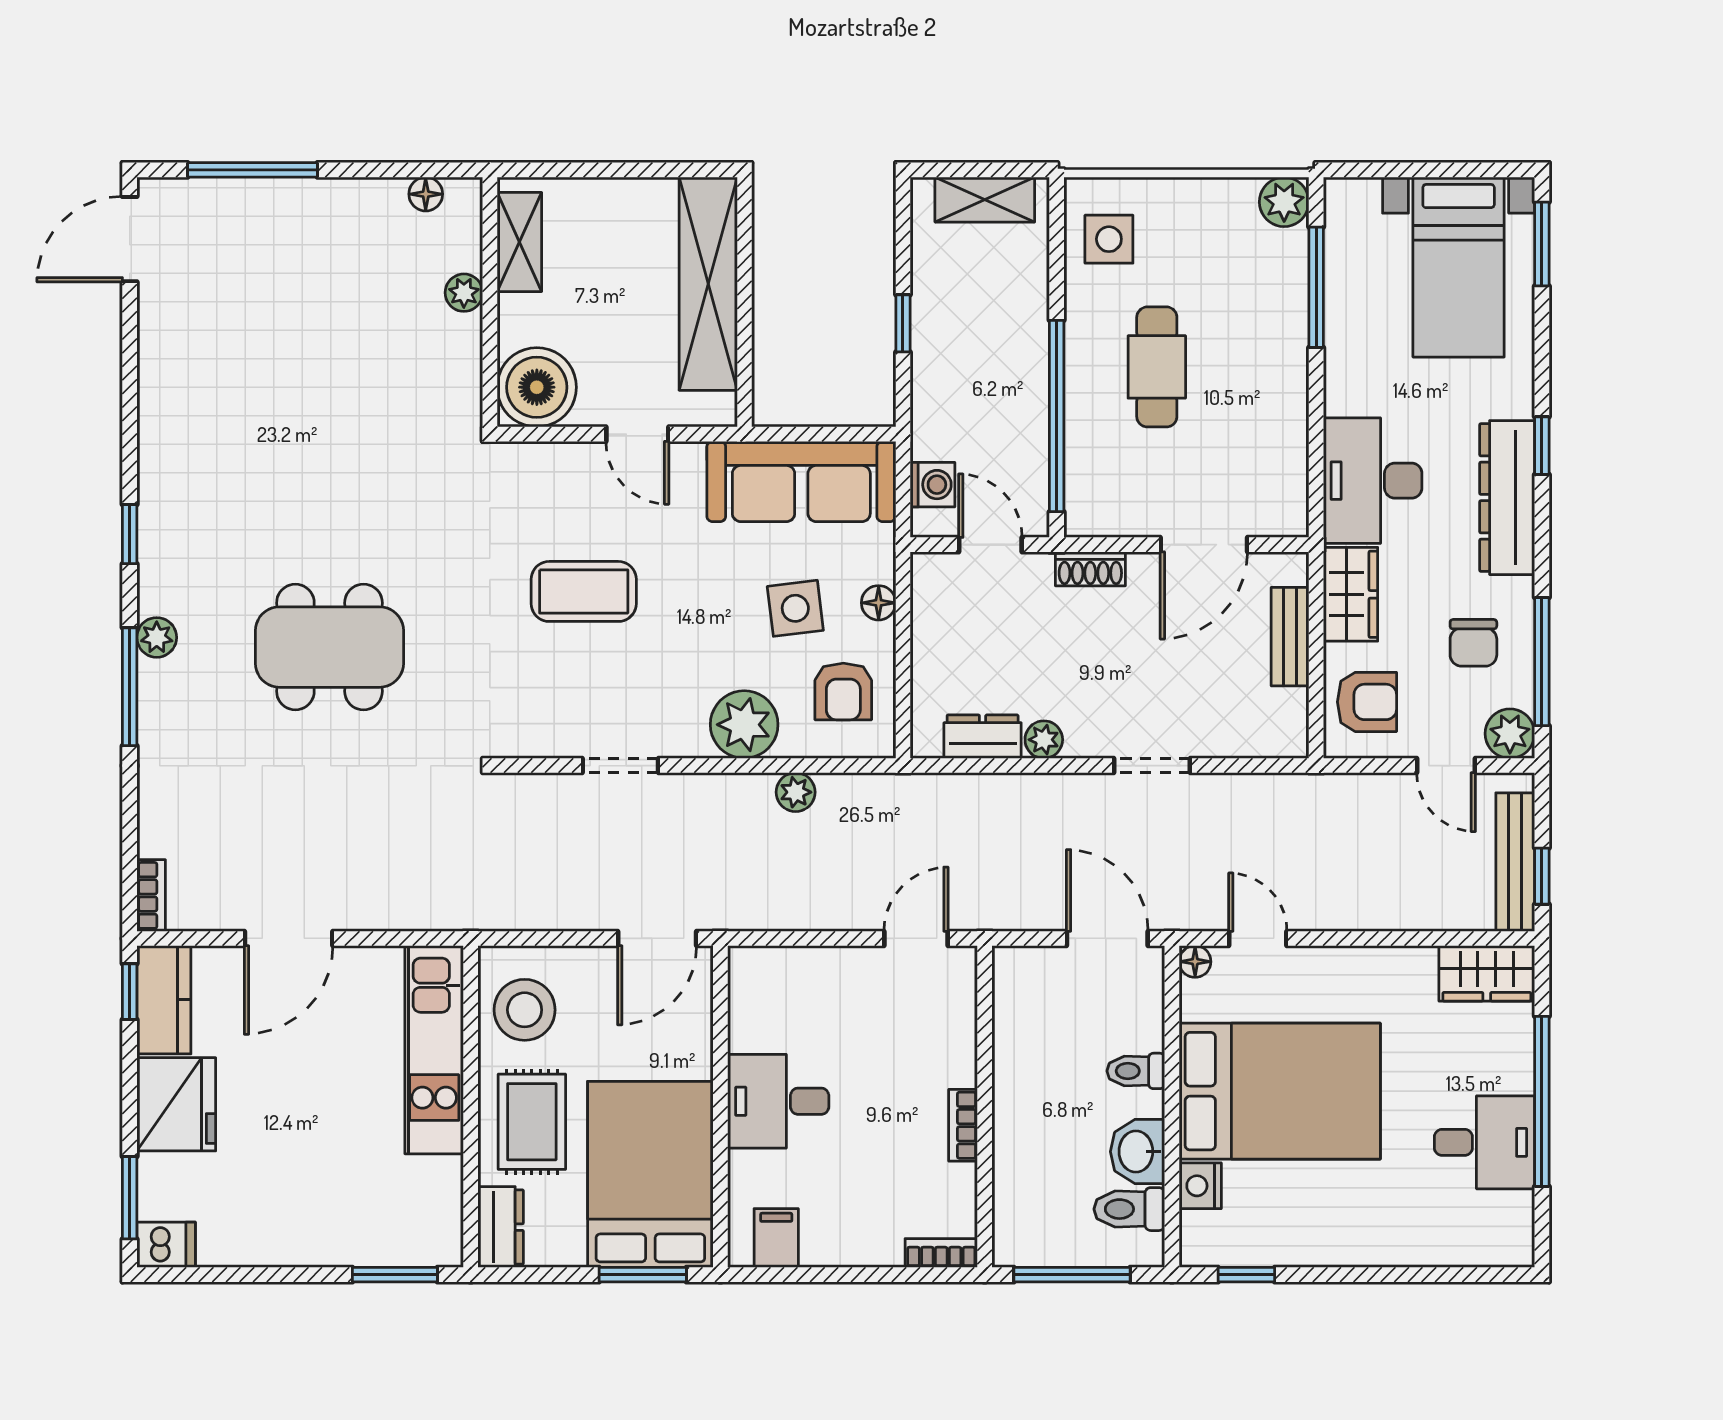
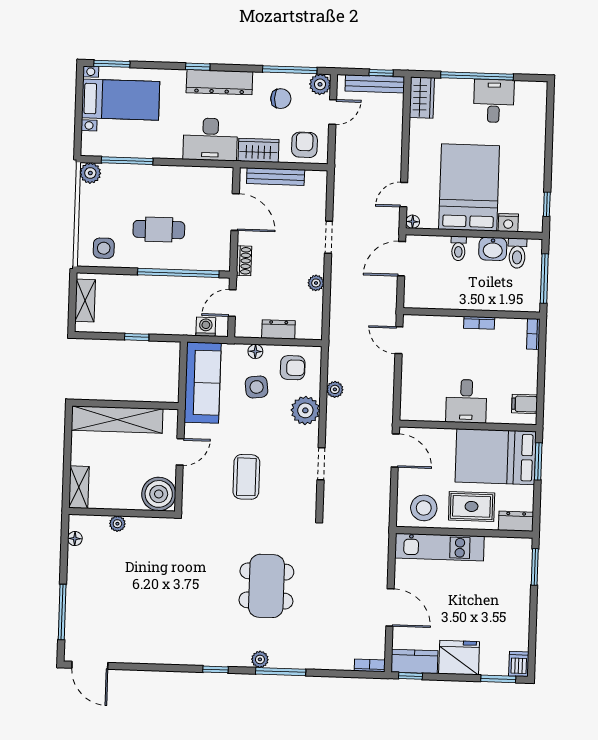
shelving: (519, 242) -> (79, 487), moved, turned 90
bench: (1290, 637) -> (276, 177), width x1.36
dresser: (983, 737) -> (278, 329), moved, turned 90

